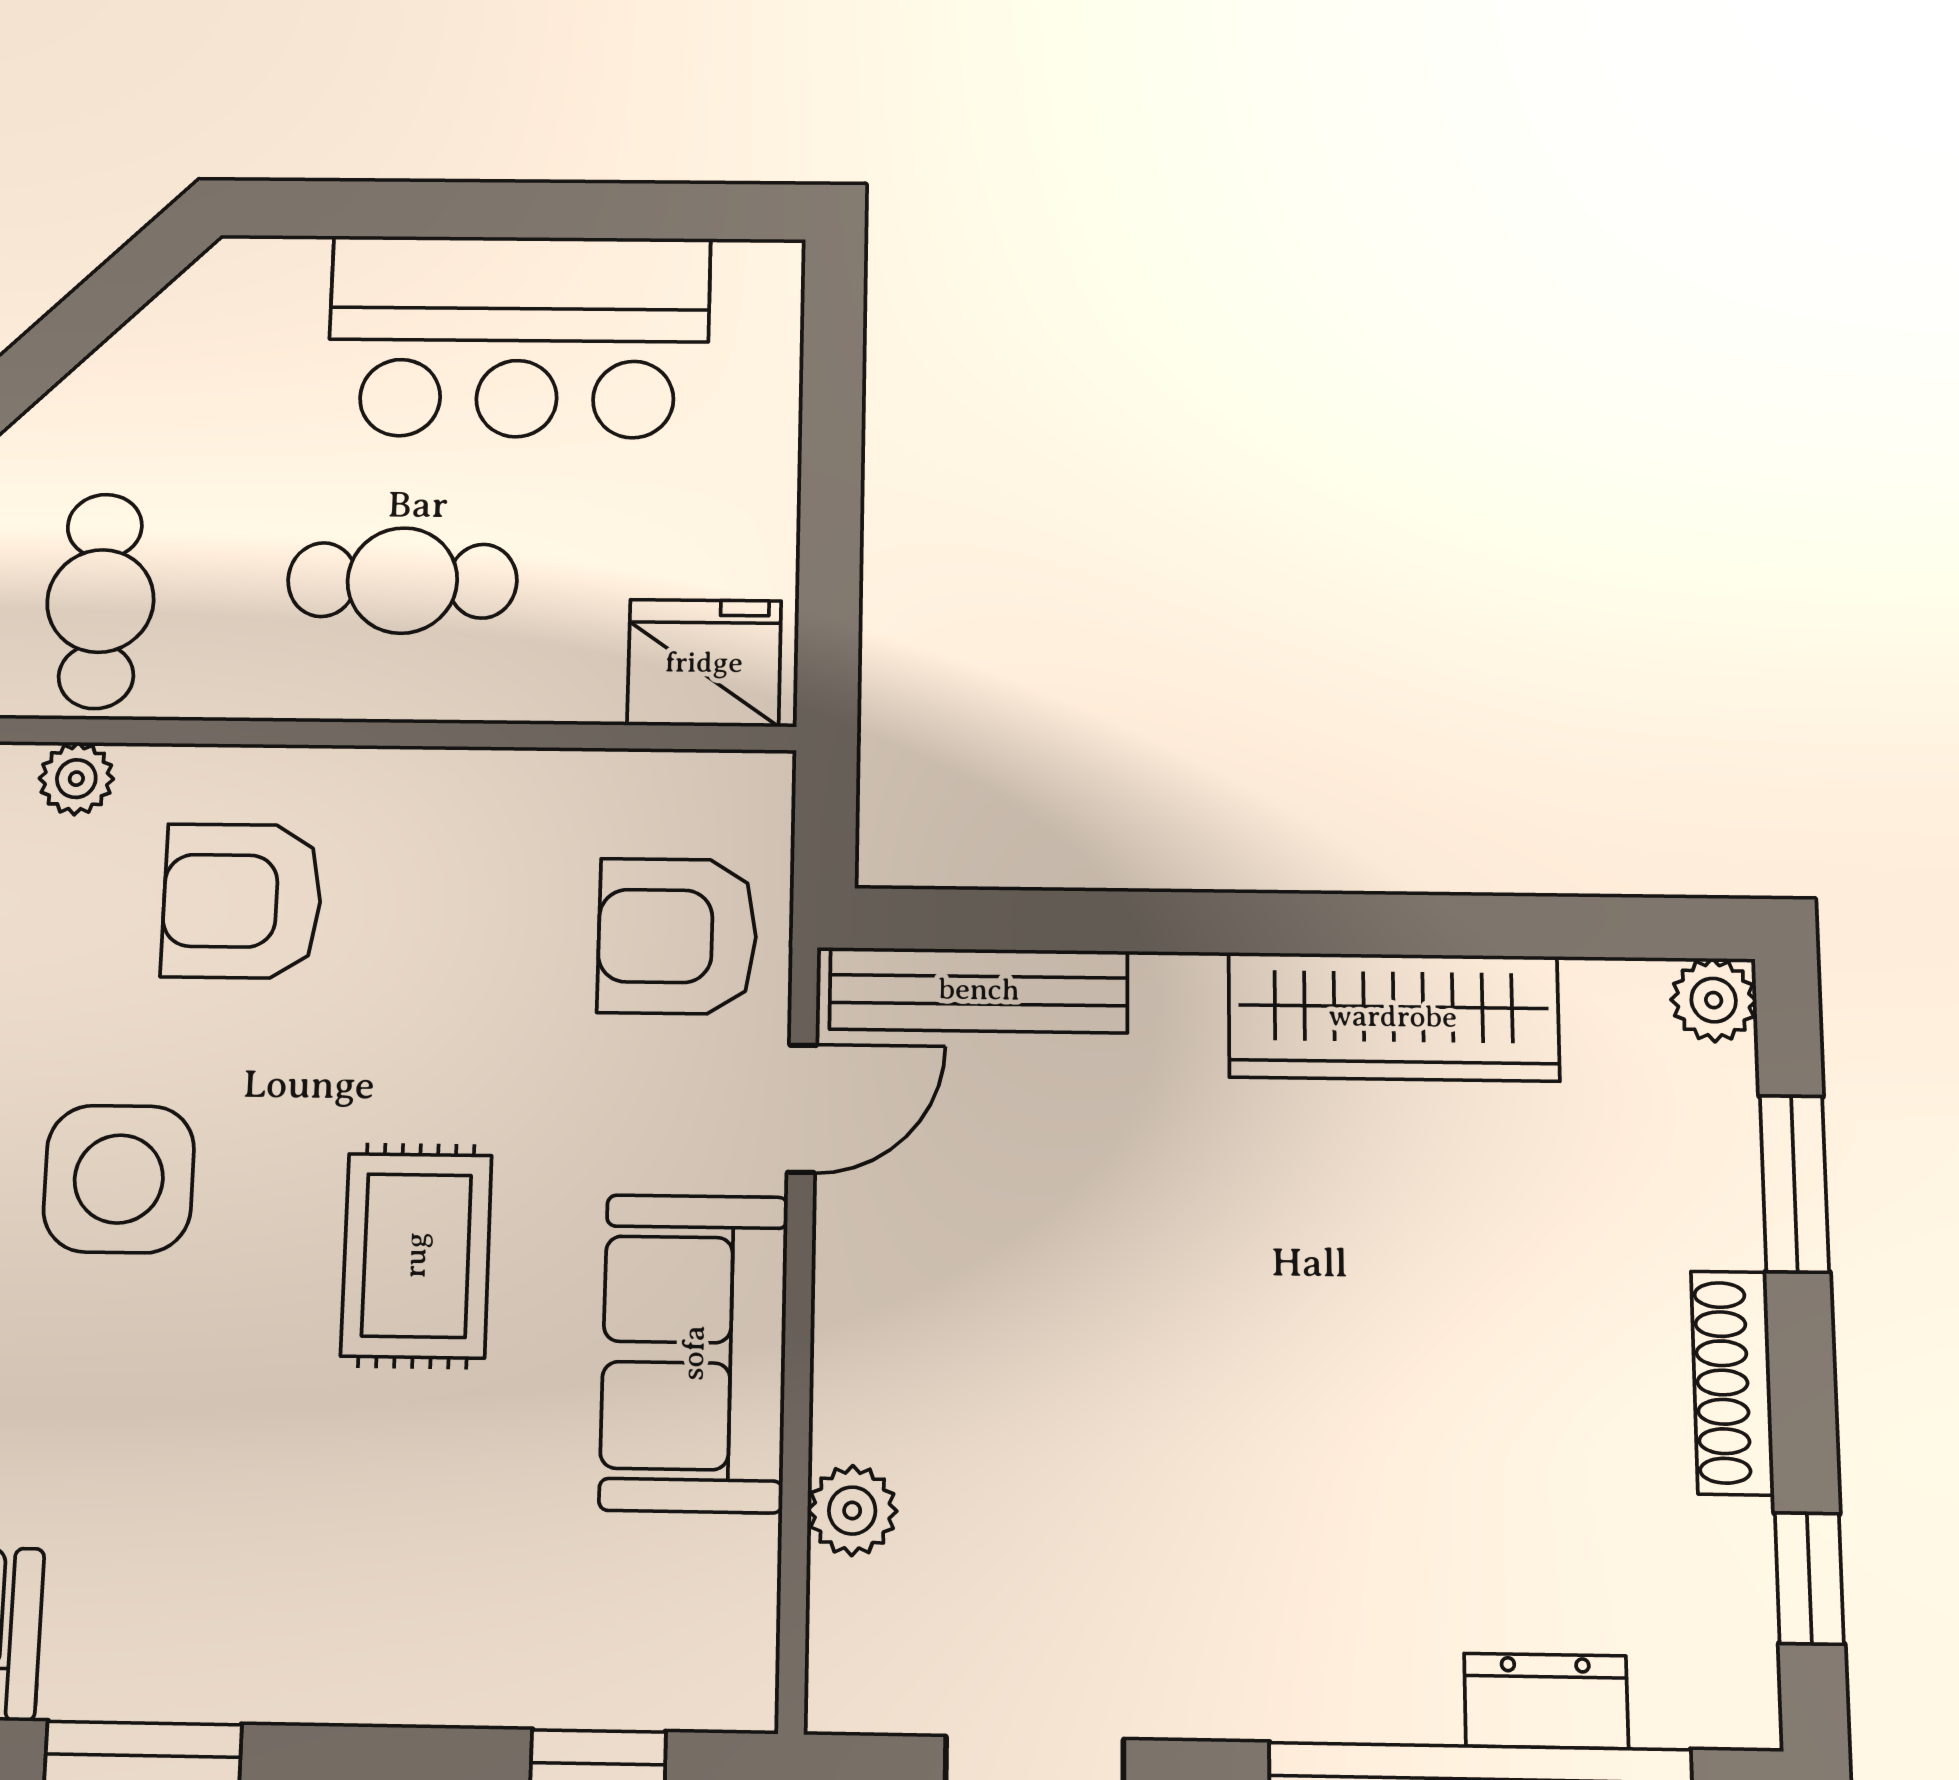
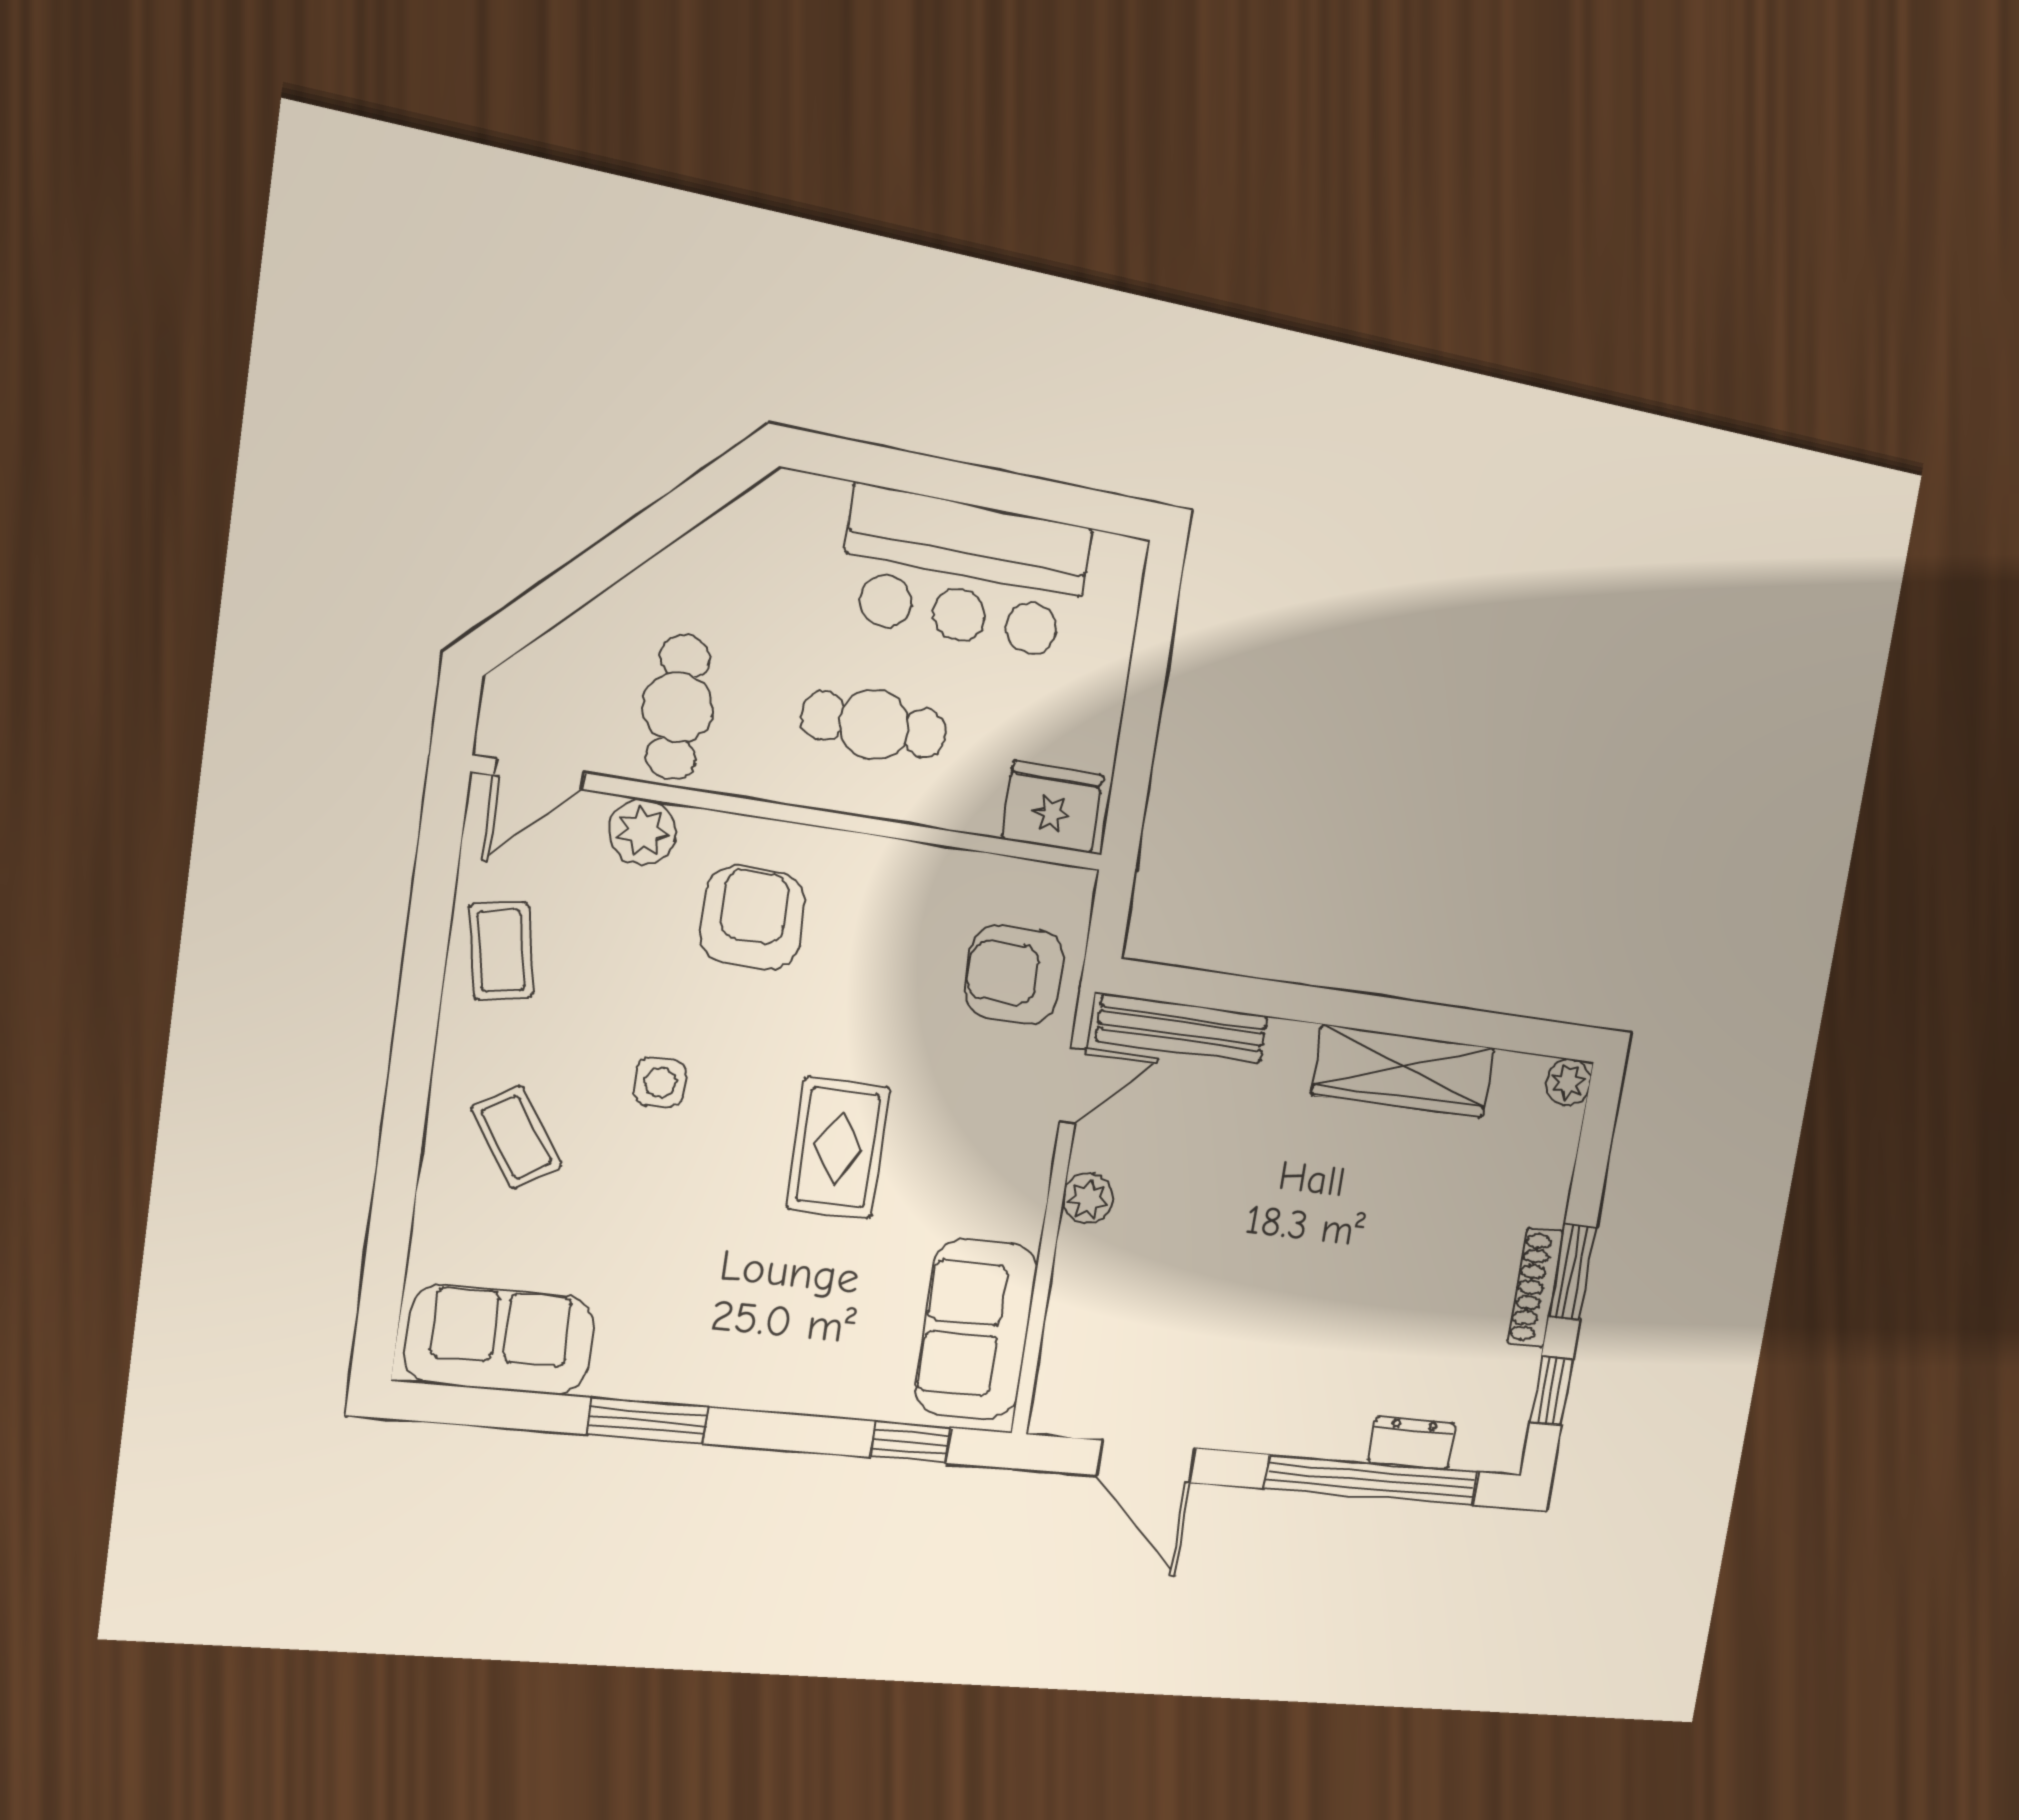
plant: (76, 779) -> (643, 832), width x1.38, depth x1.38
armchair: (242, 901) -> (753, 918), turned 90
side table: (119, 1179) -> (660, 1082), width x0.54, depth x0.54
window: (1794, 1184) -> (1572, 1272), moved
sofa: (694, 1353) -> (976, 1329), moved
plant: (852, 1511) -> (1088, 1198), moved

